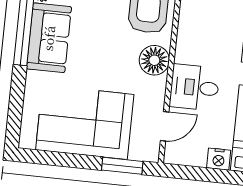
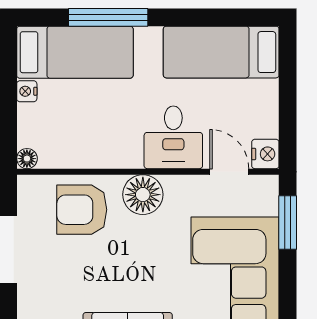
nightstand: (219, 159) -> (265, 154), moved

